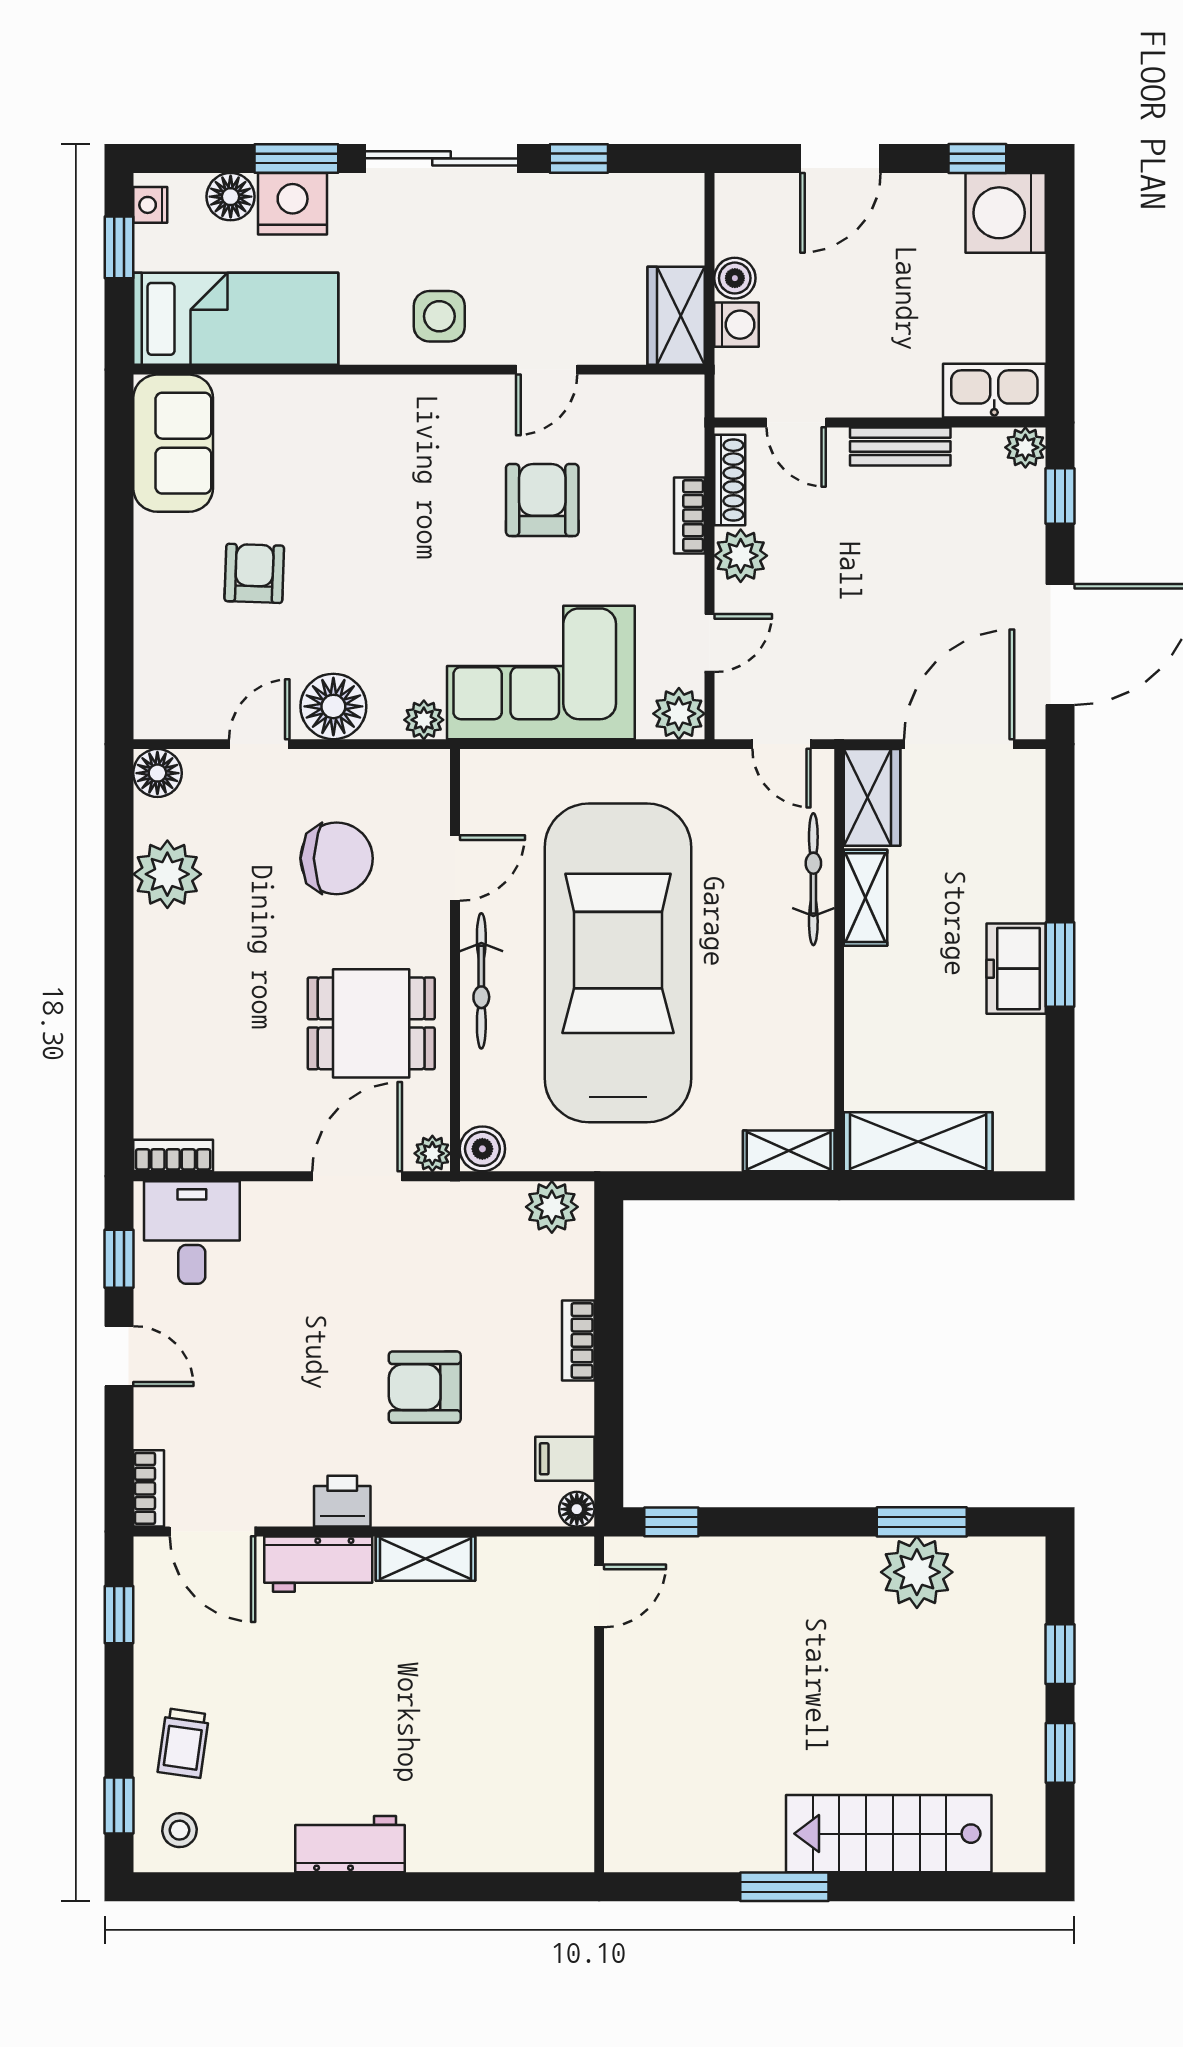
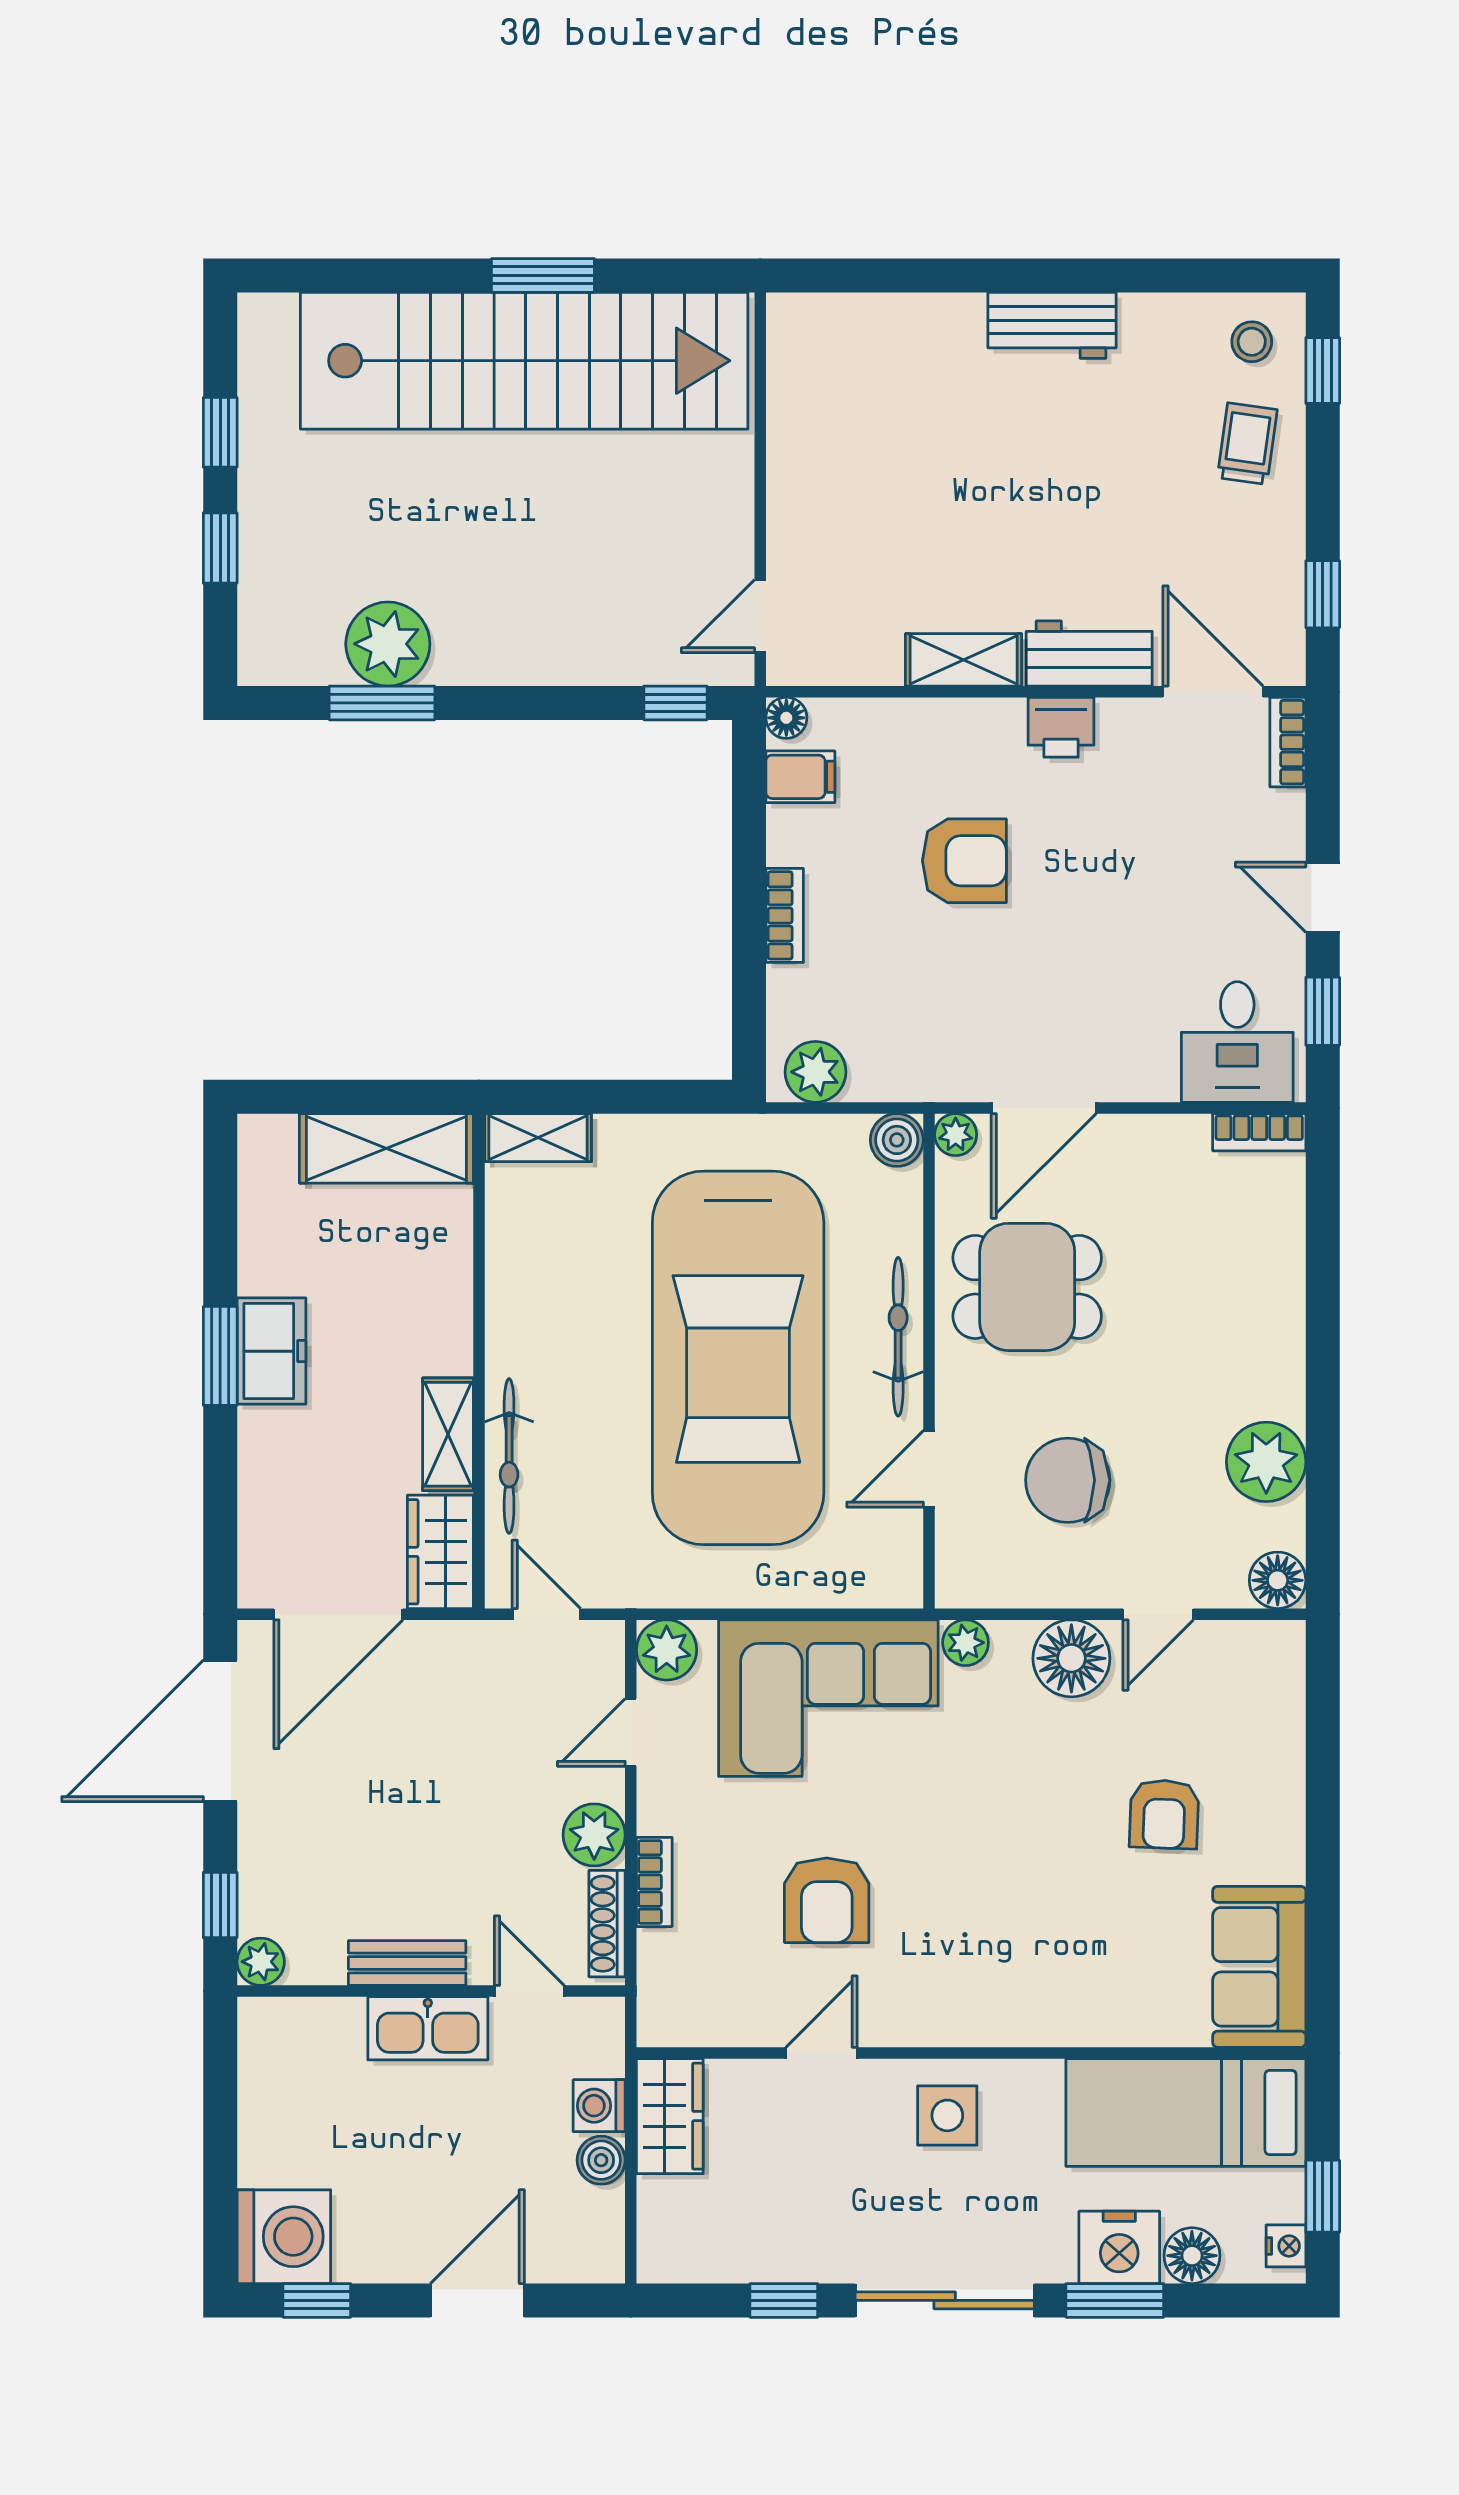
kitchen sink: (994, 391) -> (428, 2028), moved
stairs: (889, 1834) -> (524, 361), width x1.86, depth x1.51

